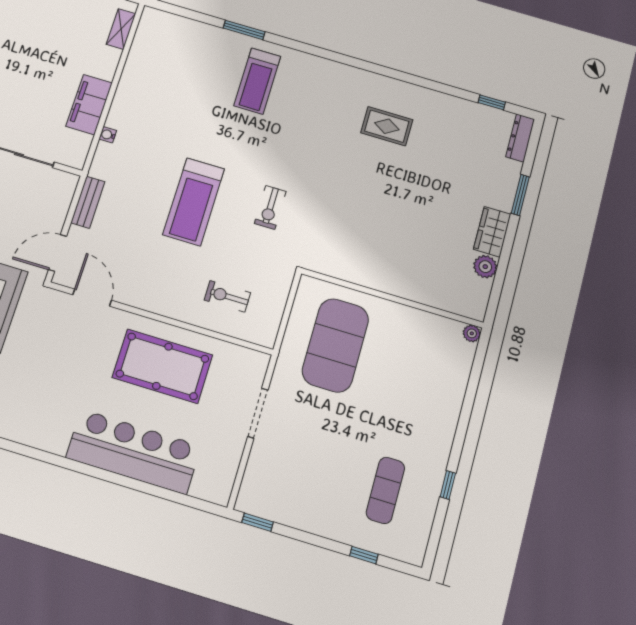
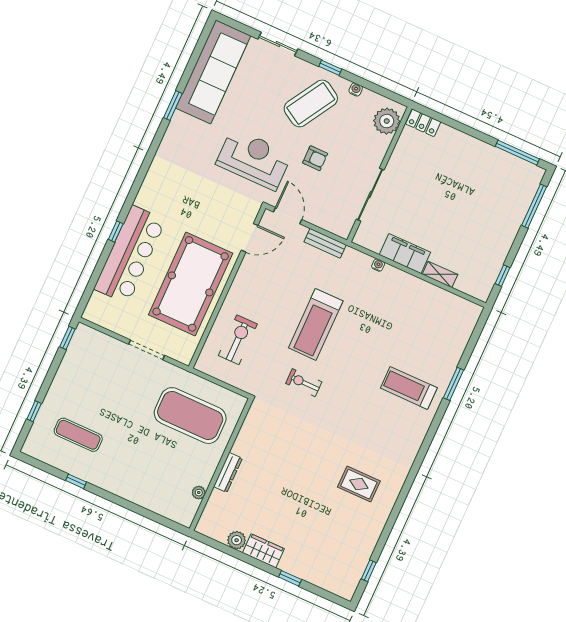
shelving: (121, 29) -> (440, 274), moved
rug: (387, 126) -> (359, 484), turned 90
dresser: (520, 138) -> (228, 472), moved, turned 90
window: (520, 195) -> (290, 578), width x0.67
treadmill: (194, 202) -> (316, 324), turned -90
exercise bike: (227, 296) -> (238, 340), width x1.38, depth x1.39
plant: (472, 333) -> (199, 493), moved
pool table: (162, 366) -> (191, 284), width x1.36, depth x1.32
window: (105, 475) -> (116, 232), added

